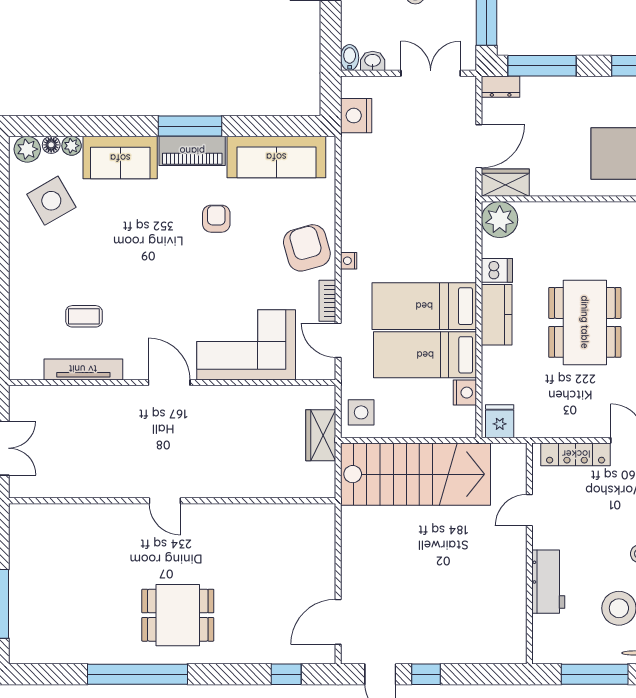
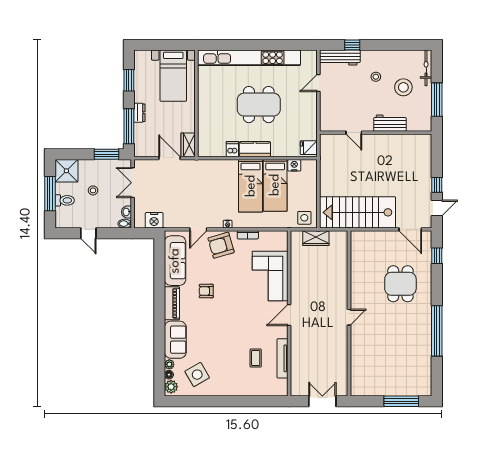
dresser: (501, 87) -> (139, 113), moved
window: (190, 126) -> (159, 304), removed
plant: (500, 220) -> (207, 148), removed
door: (338, 340) -> (198, 229), moved
locker: (576, 454) -> (326, 109), removed
stairs: (415, 474) -> (358, 212), moved, turned -90
dining table: (178, 615) -> (400, 284), moved

